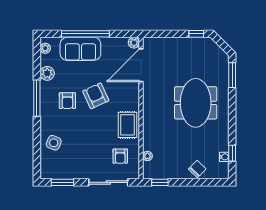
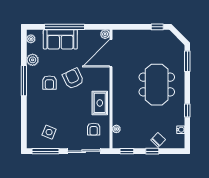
side table: (54, 143) -> (49, 132), moved
window: (232, 153) -> (187, 110), moved
window: (63, 182) -> (45, 151), width x1.44
window: (190, 182) -> (152, 151), added

